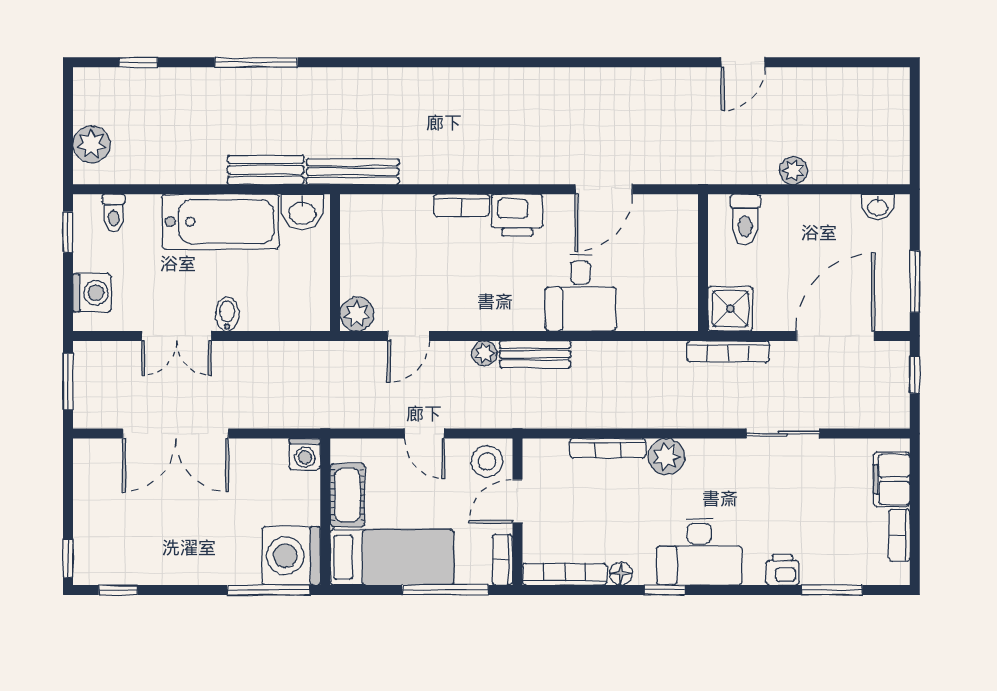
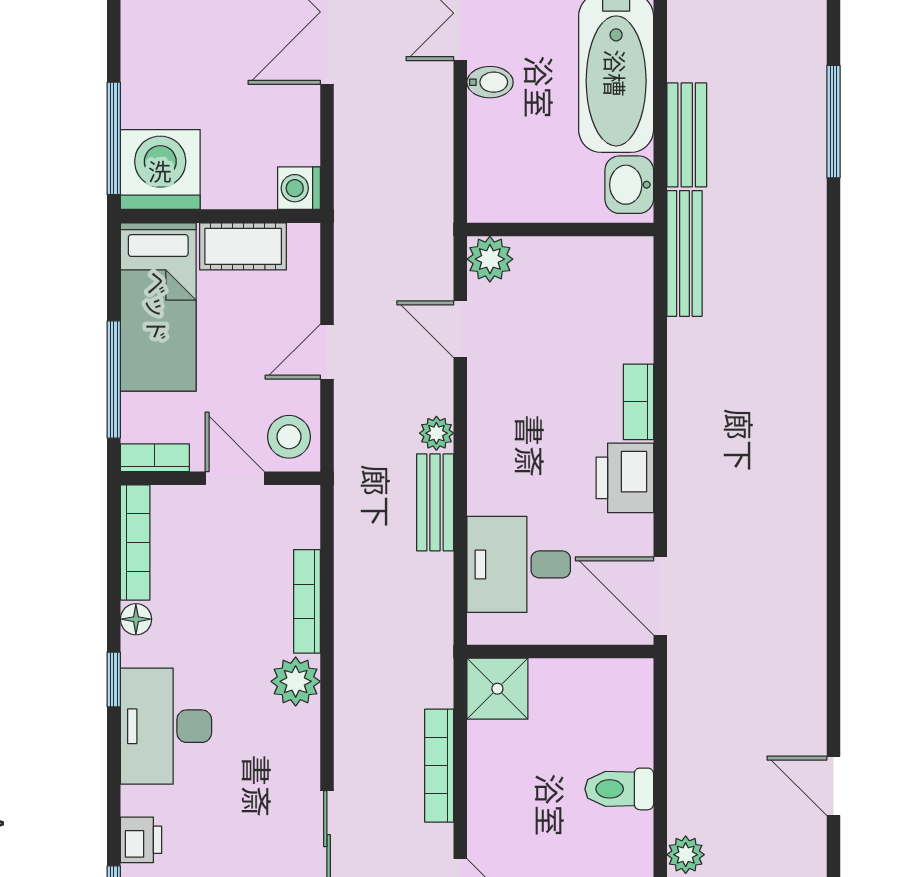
wall: (703, 263) -> (560, 652), moved
shower: (730, 309) -> (497, 689), moved

